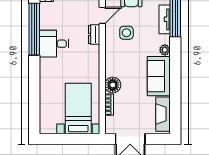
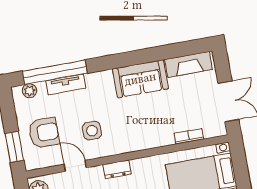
dresser: (94, 34) -> (117, 169), moved
plant: (165, 50) -> (105, 77), removed
floor lamp: (113, 85) -> (163, 136), removed

